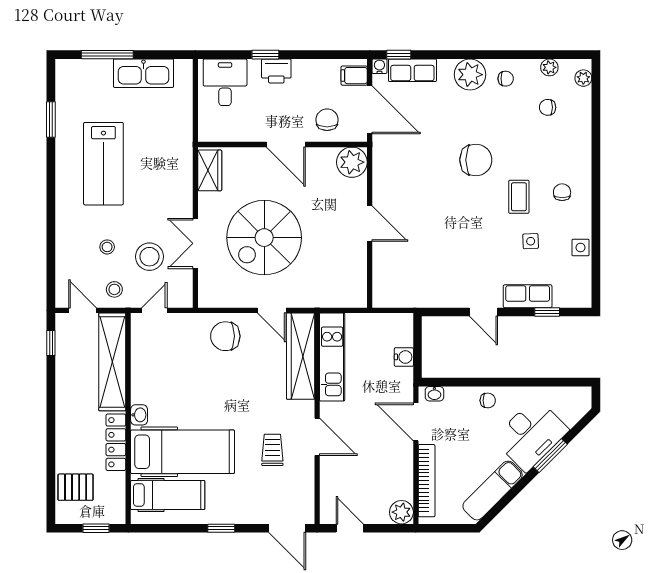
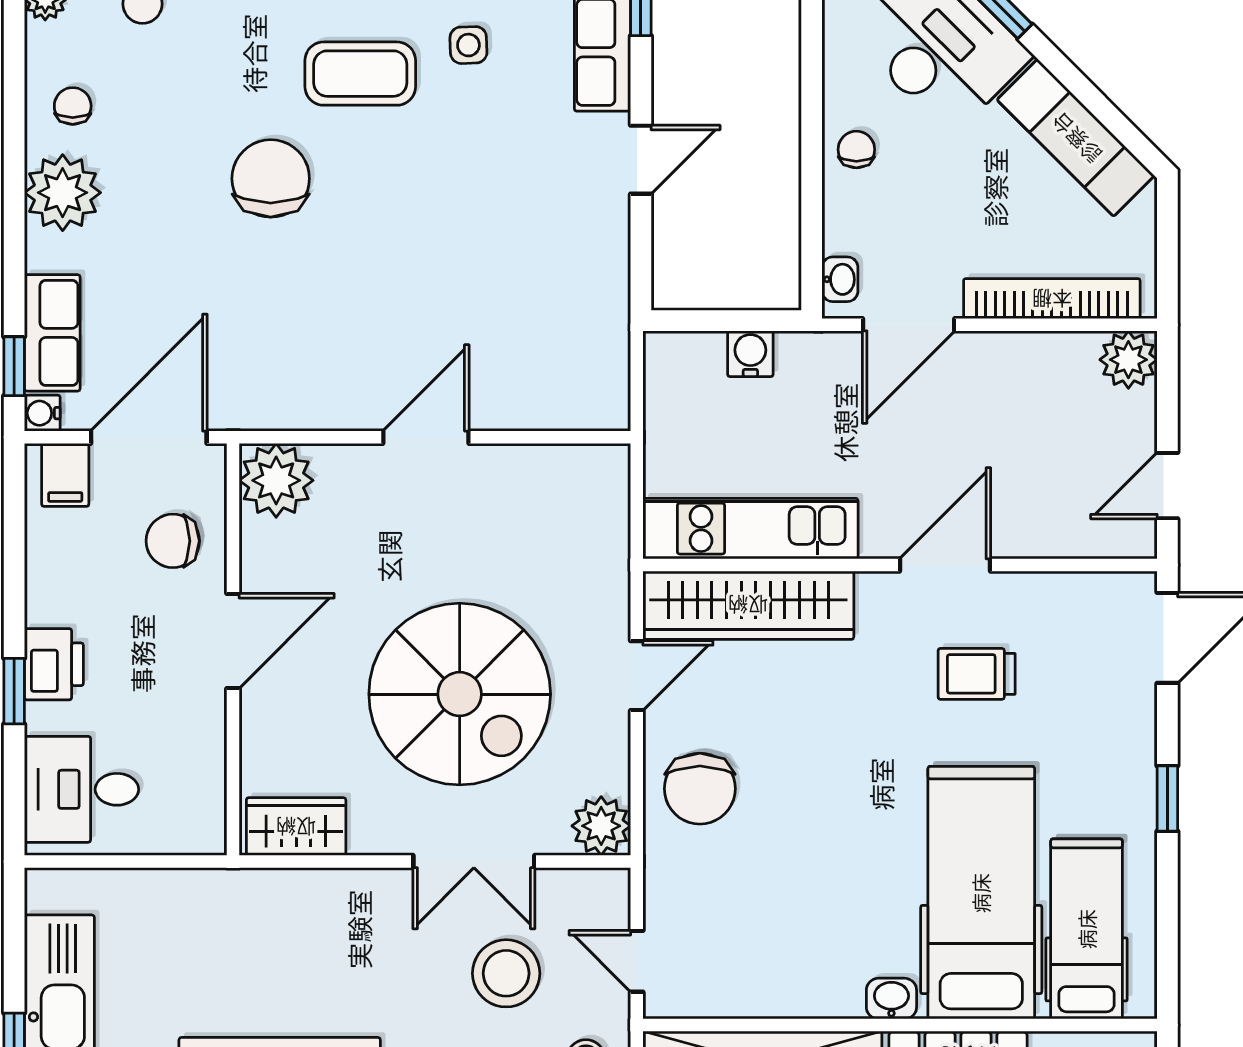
coffee table: (519, 197) -> (360, 74), width x1.36, depth x1.30
plant: (210, 296) -> (601, 826), added

